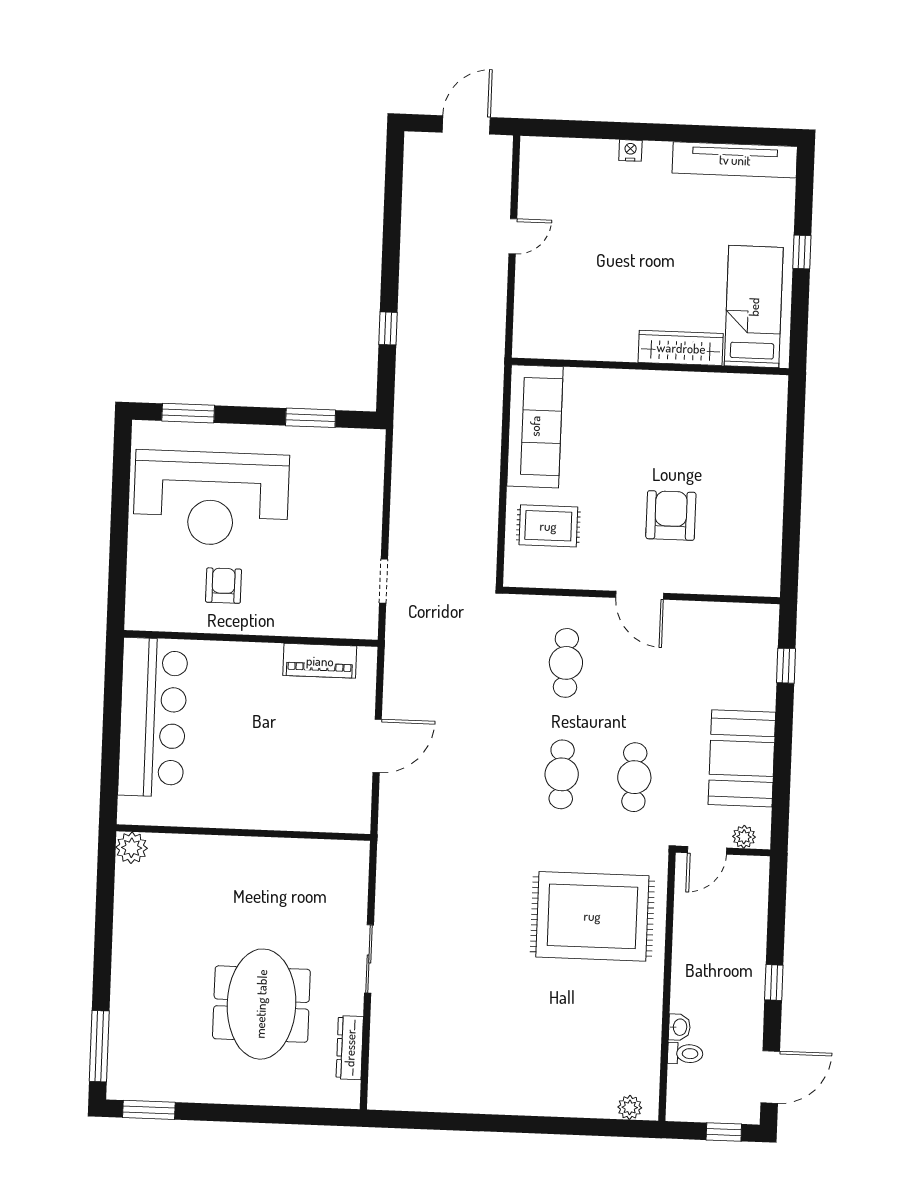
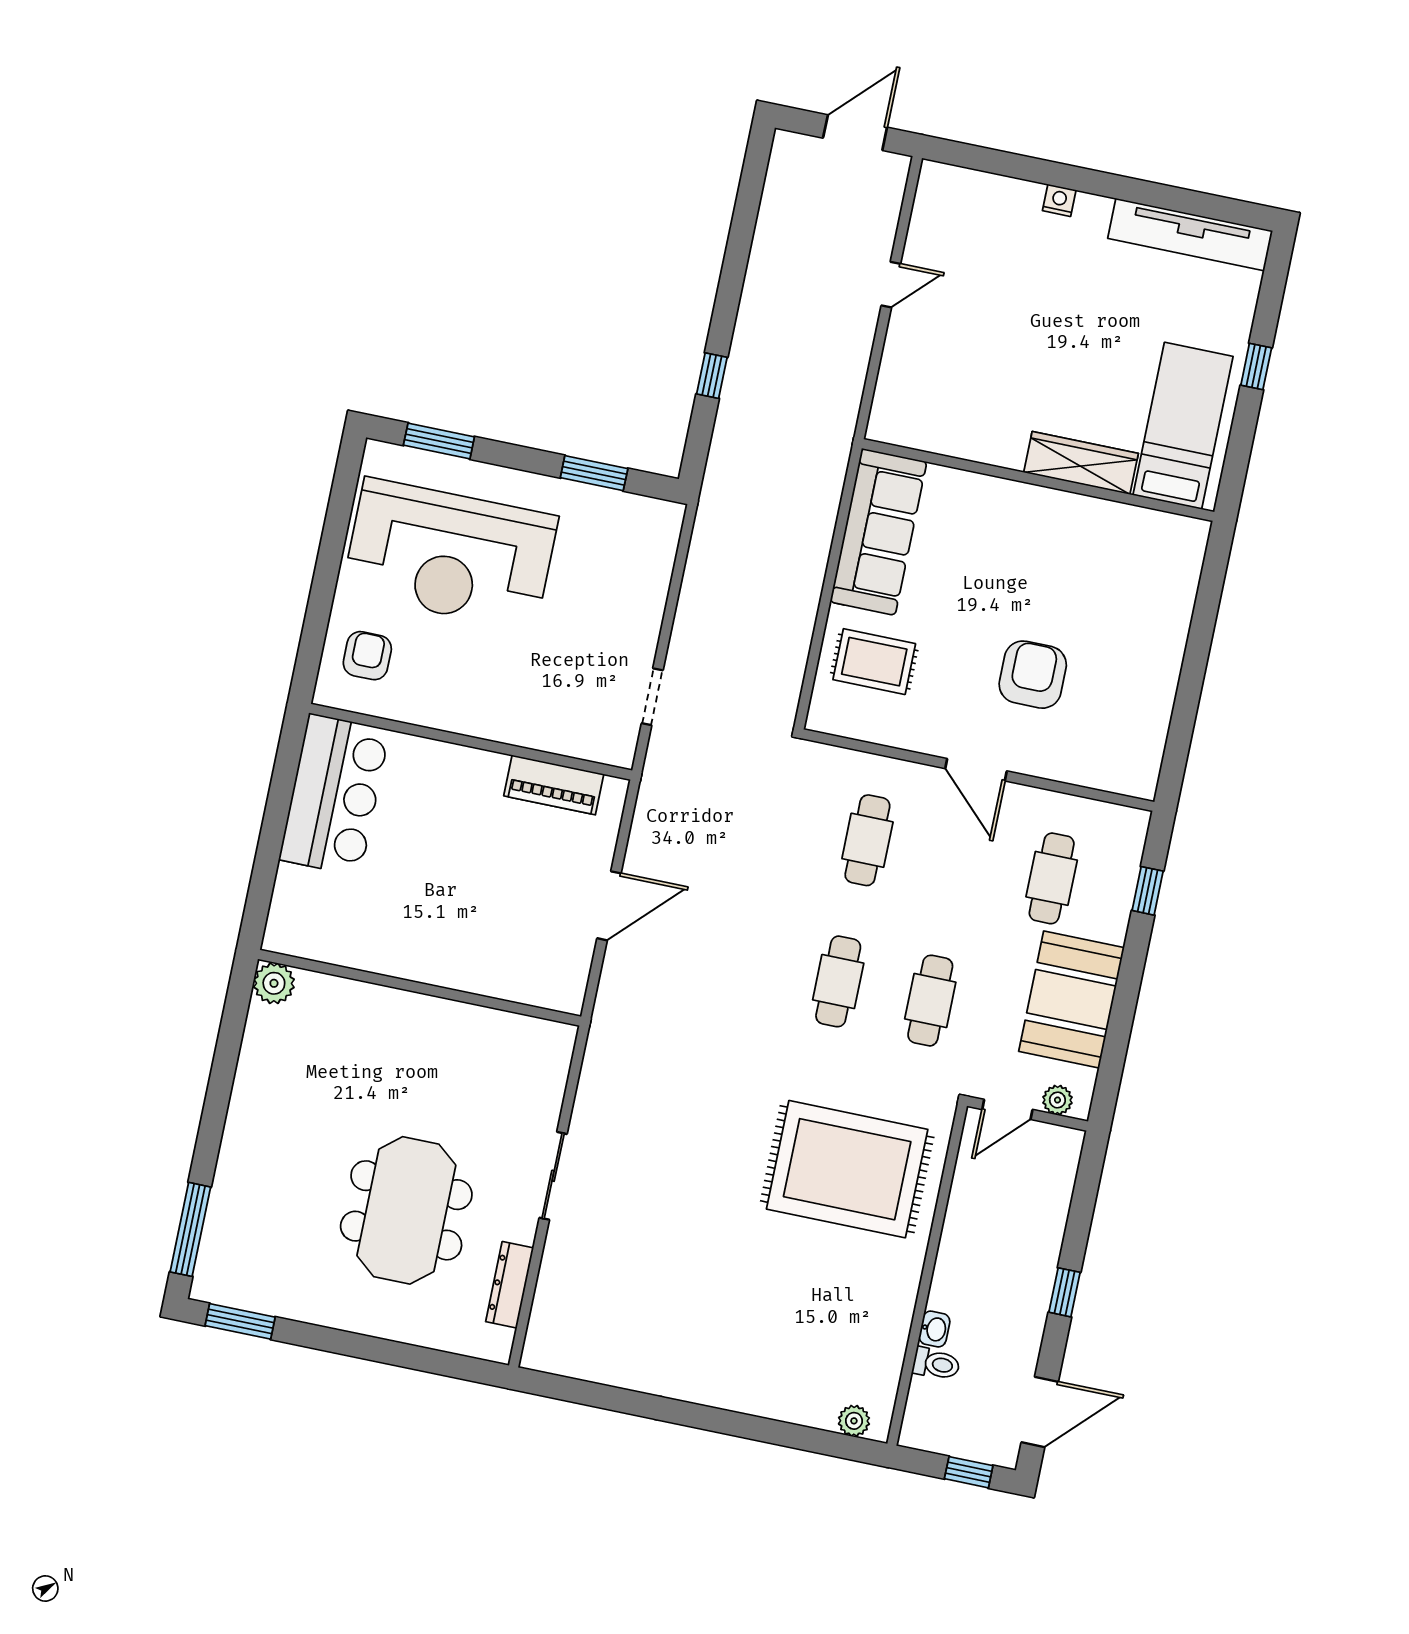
armchair: (223, 586) -> (367, 656), moved
cafe table: (711, 669) -> (1052, 878), added
bar counter: (153, 717) -> (334, 795), width x0.73

